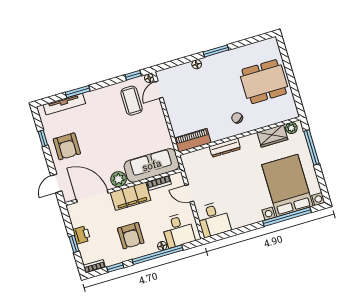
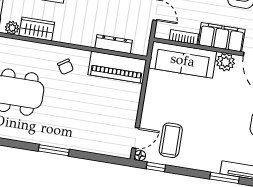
floor lamp: (197, 64) -> (82, 146), removed
piano: (193, 140) -> (117, 67), width x1.37, depth x1.33
dresser: (225, 148) -> (114, 44), moved

